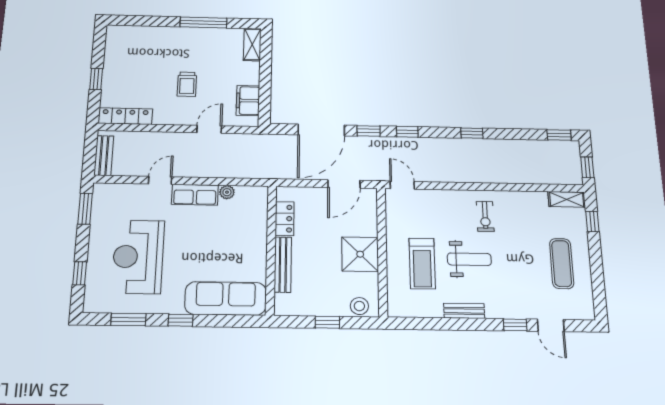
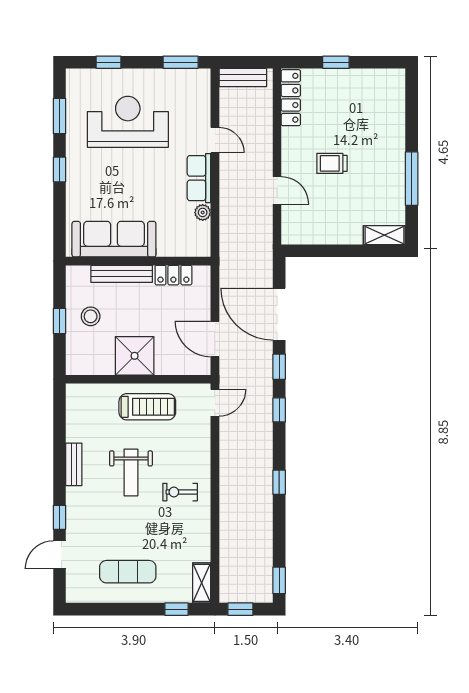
filing cabinet: (248, 101) -> (313, 232), removed
treadmill: (422, 263) -> (147, 407), moved, turned 180
sofa: (226, 298) -> (114, 239), moved, turned -90
stool: (359, 306) -> (91, 316), moved

